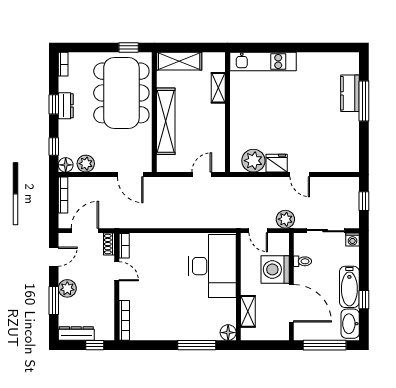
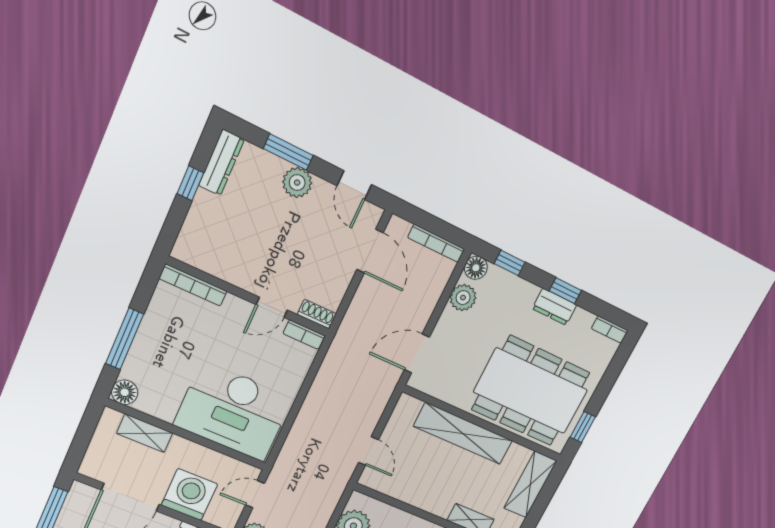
shoe rack: (109, 244) -> (317, 314), moved
bookcase: (124, 246) -> (304, 335), moved
door: (117, 271) -> (272, 307), moved
wall: (117, 287) -> (249, 297), moved
bookcase: (124, 320) -> (193, 285), moved

